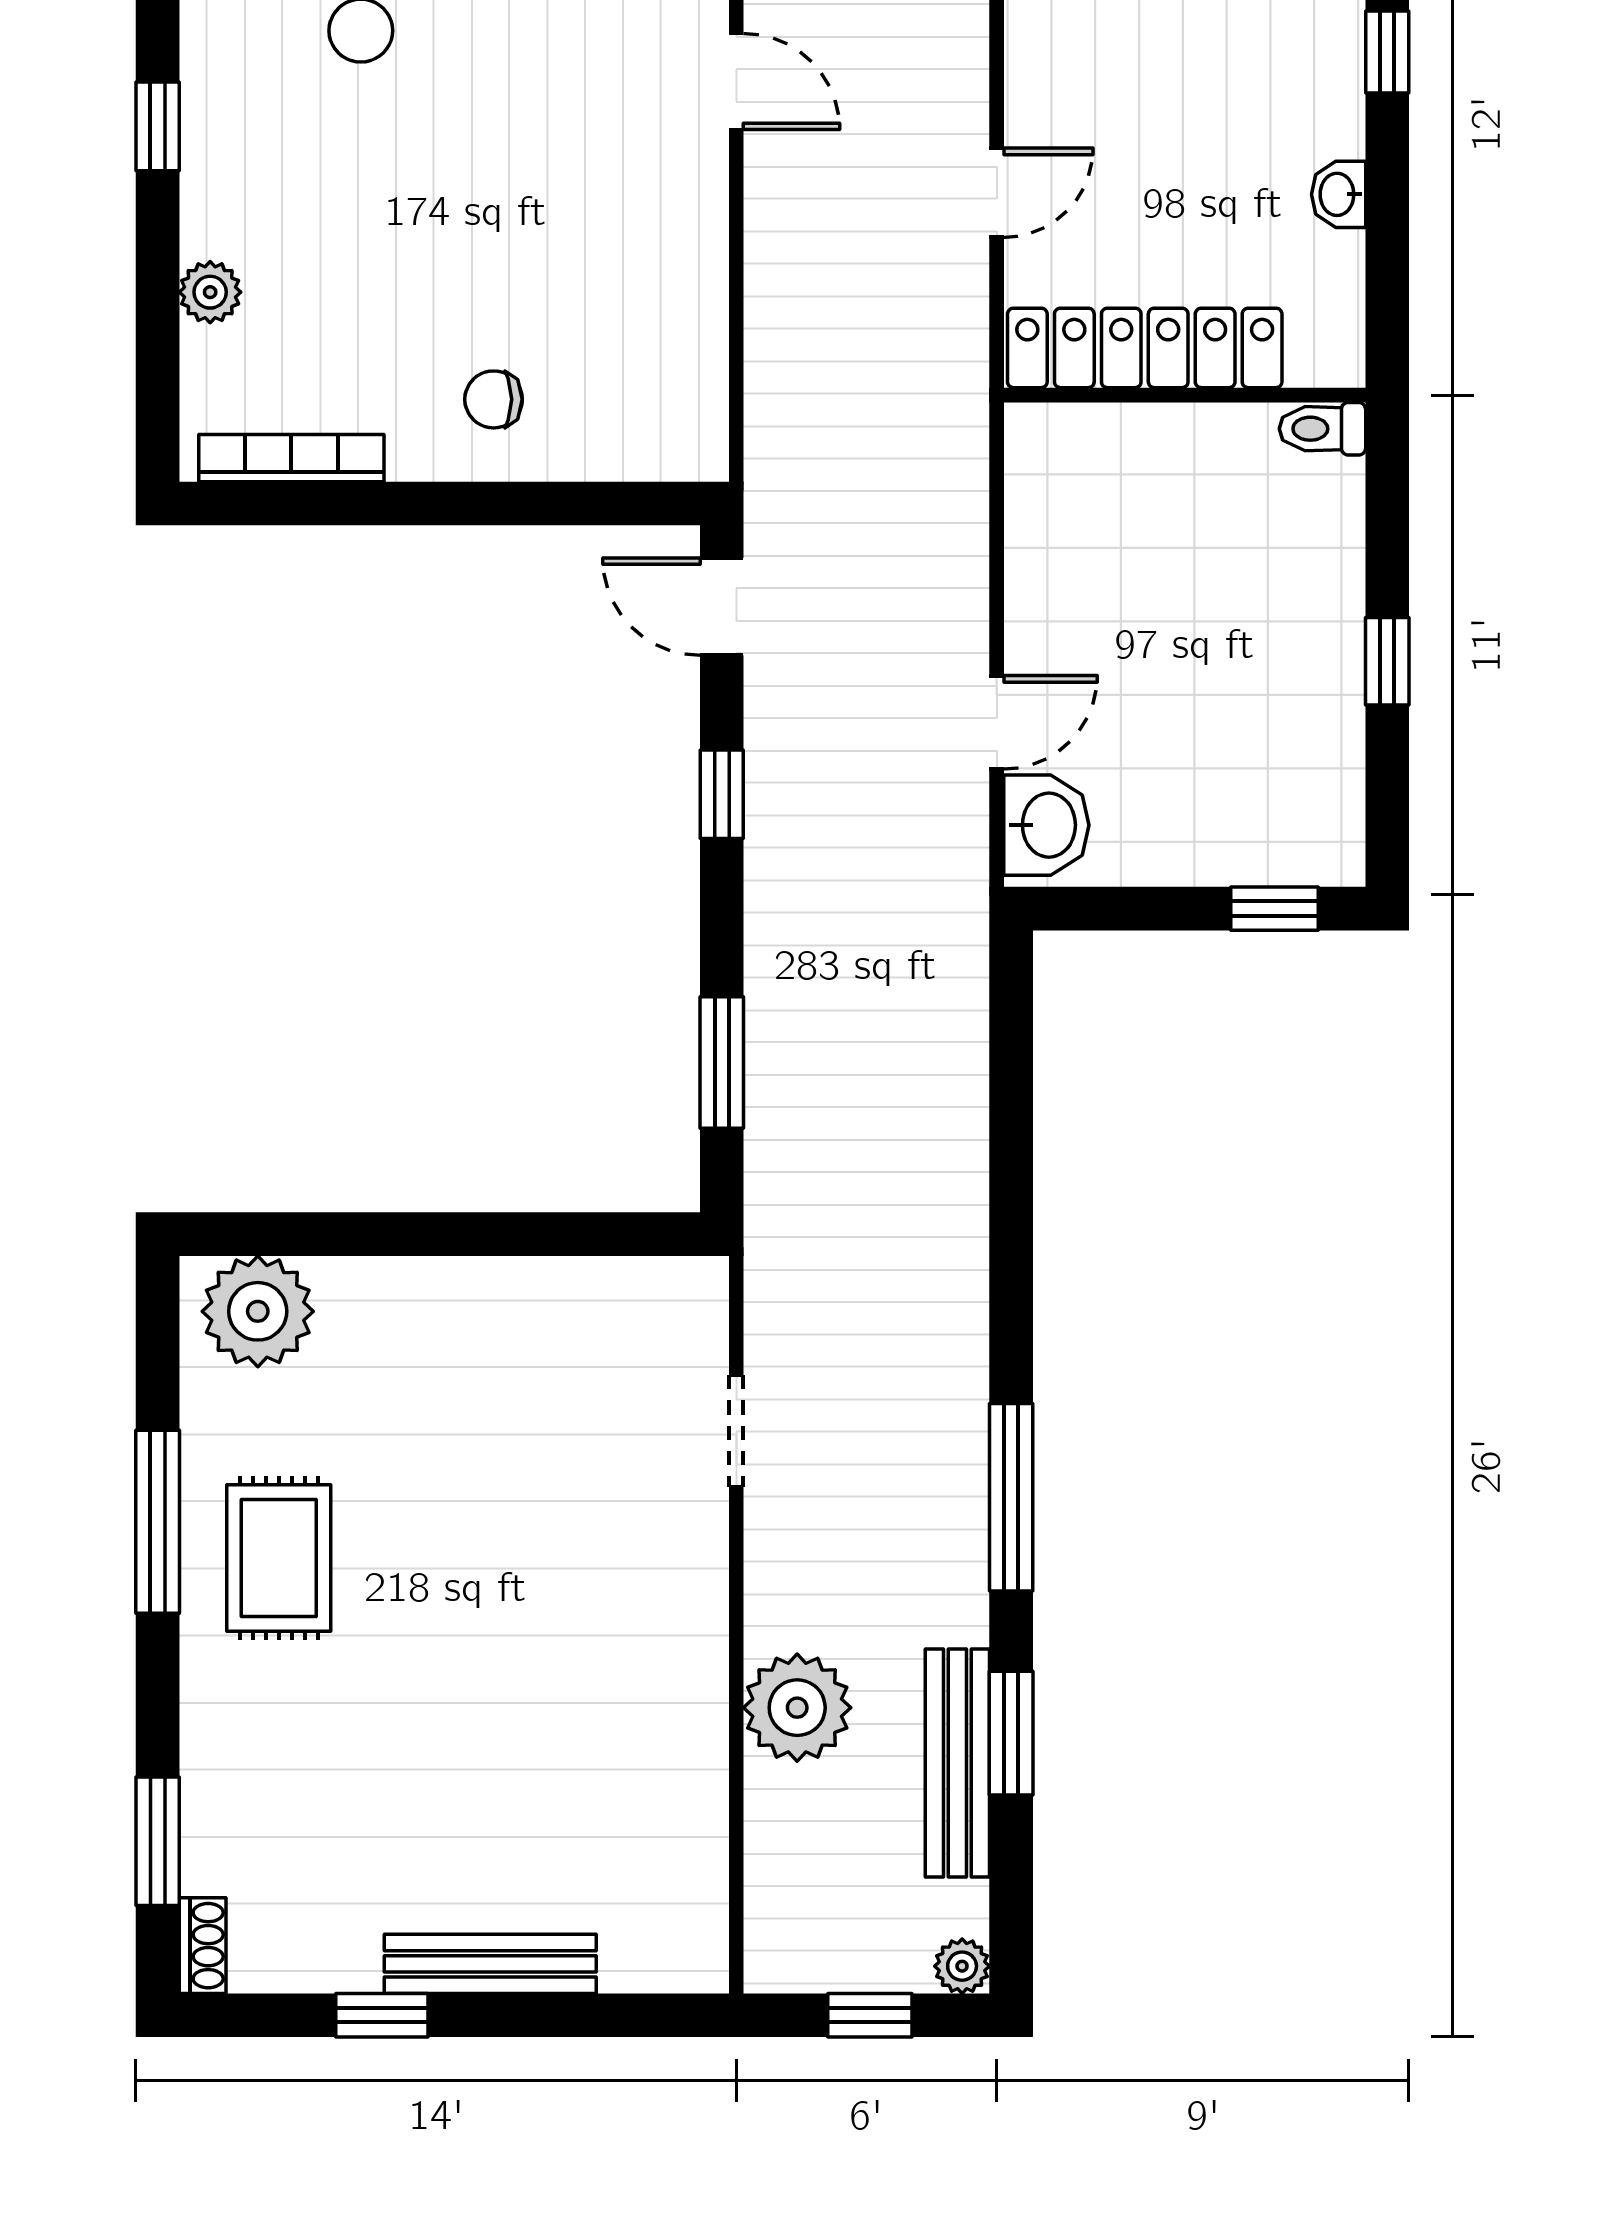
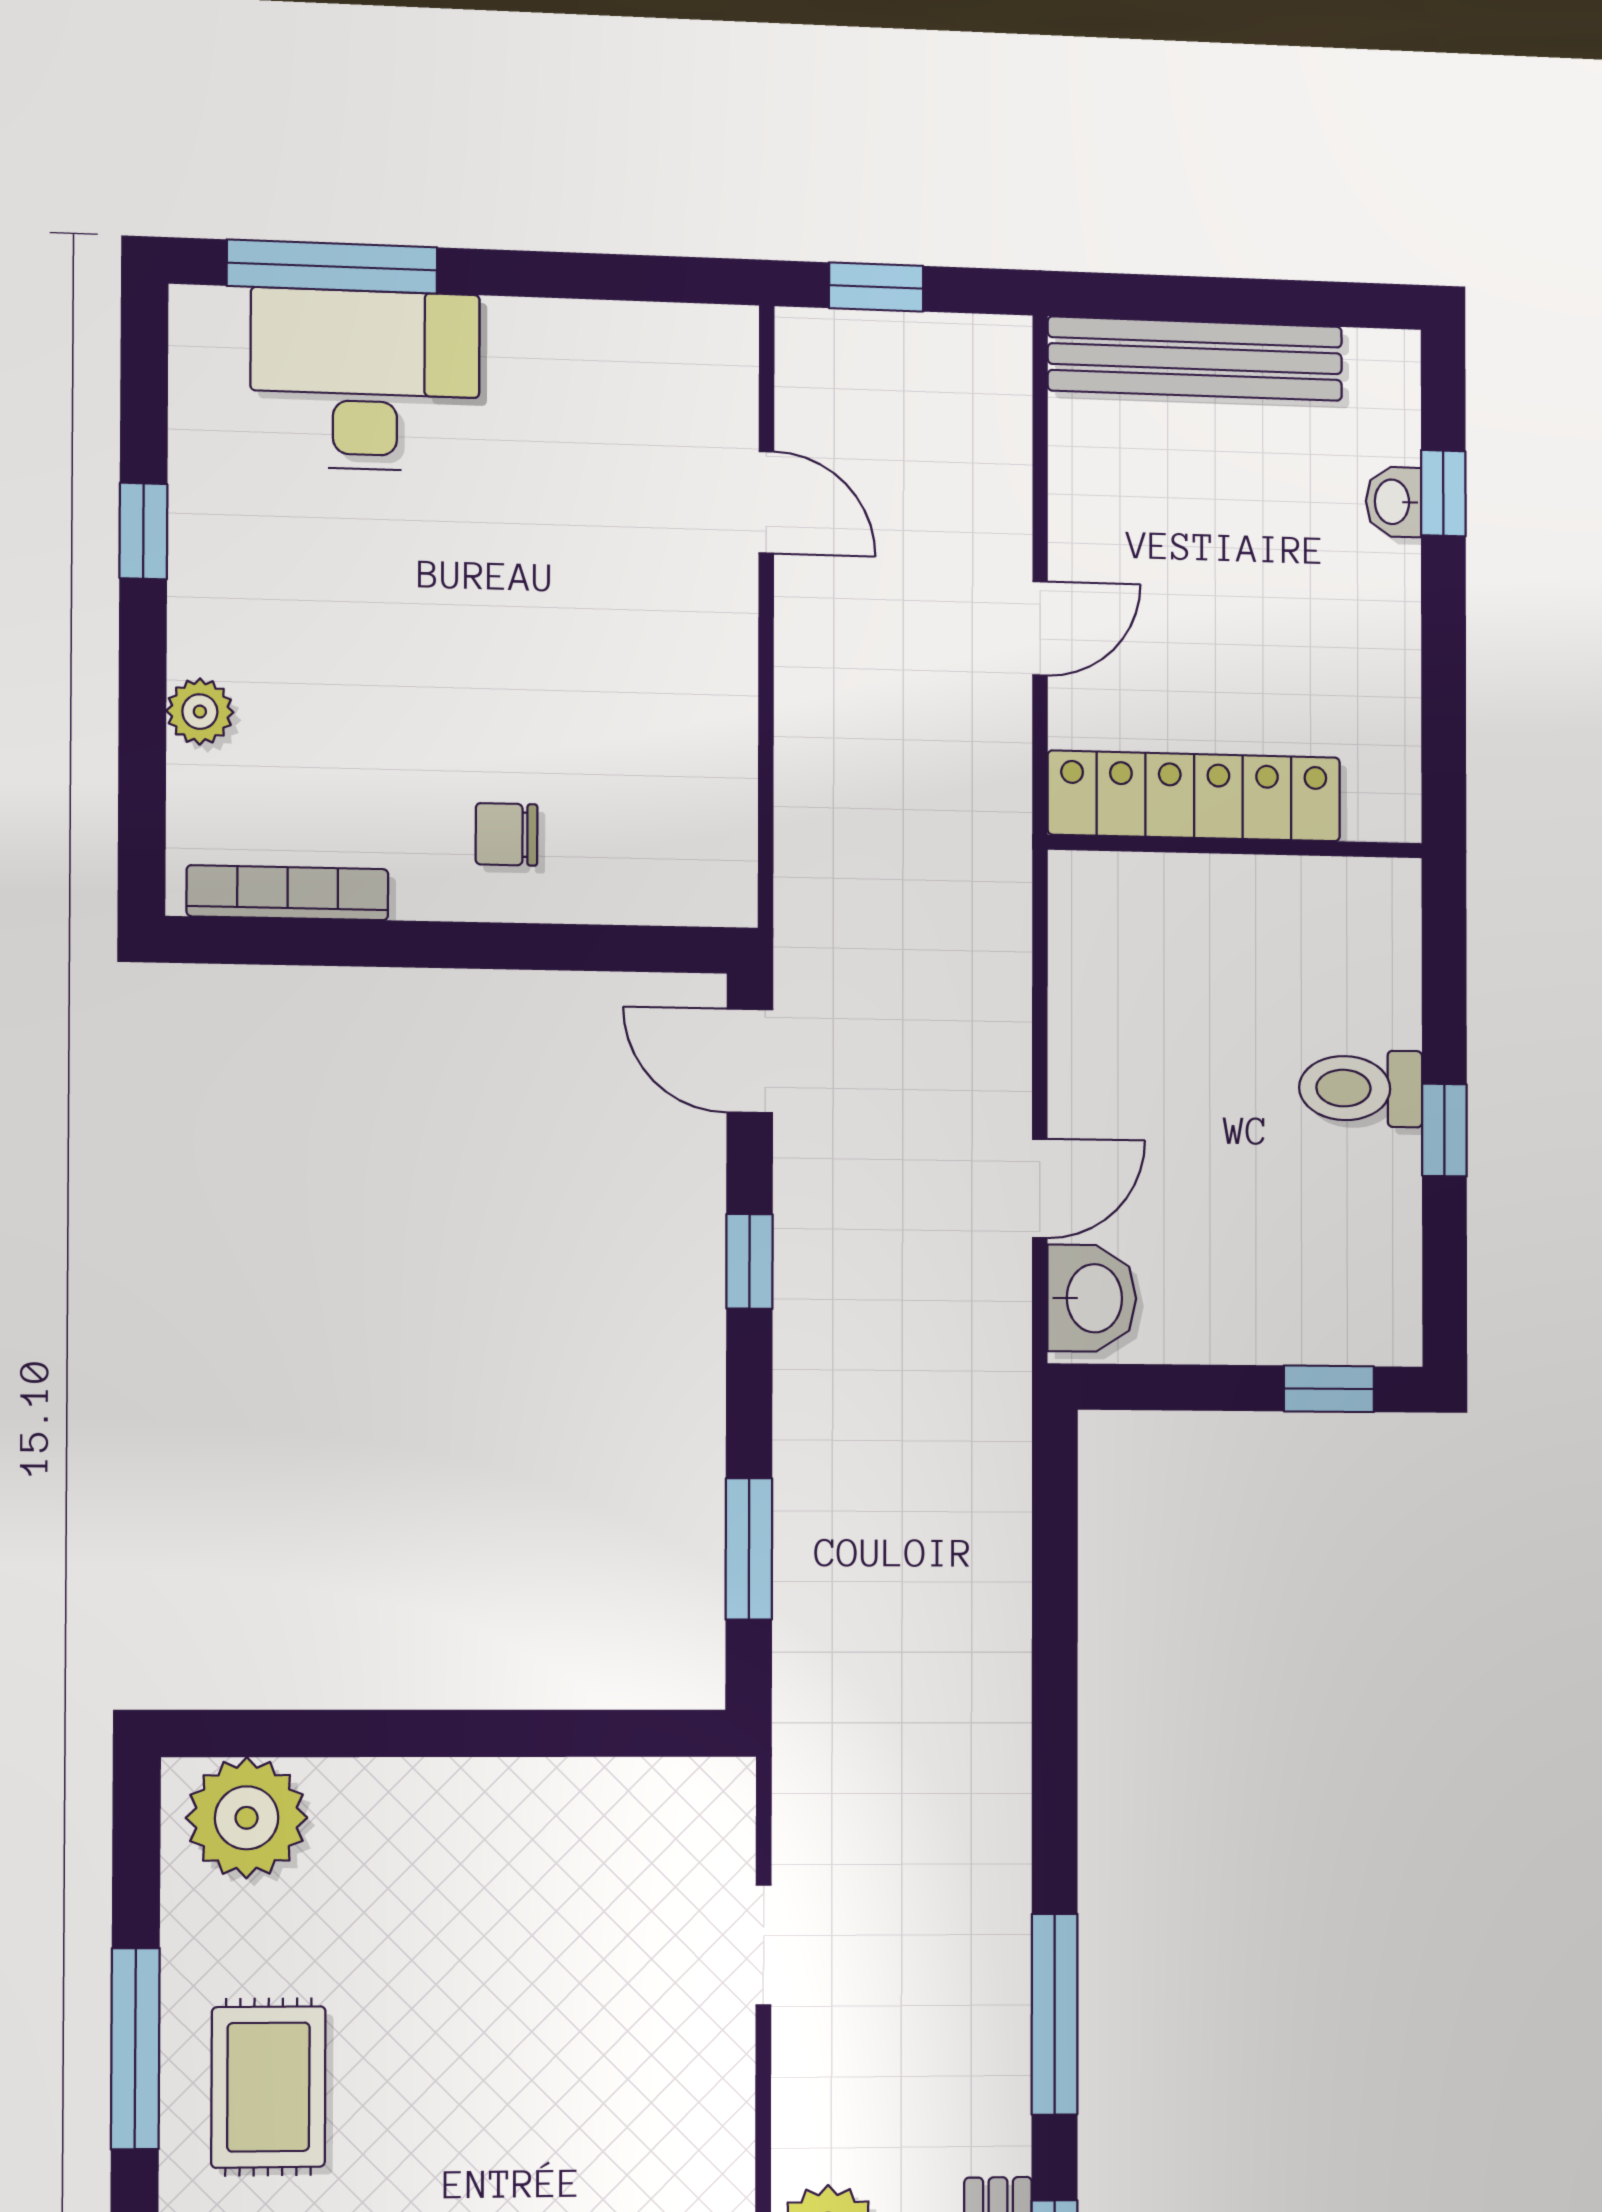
washbasin: (1339, 194) -> (1394, 502), moved
toilet: (1322, 429) -> (1361, 1088), moved, width x1.37, depth x1.39

